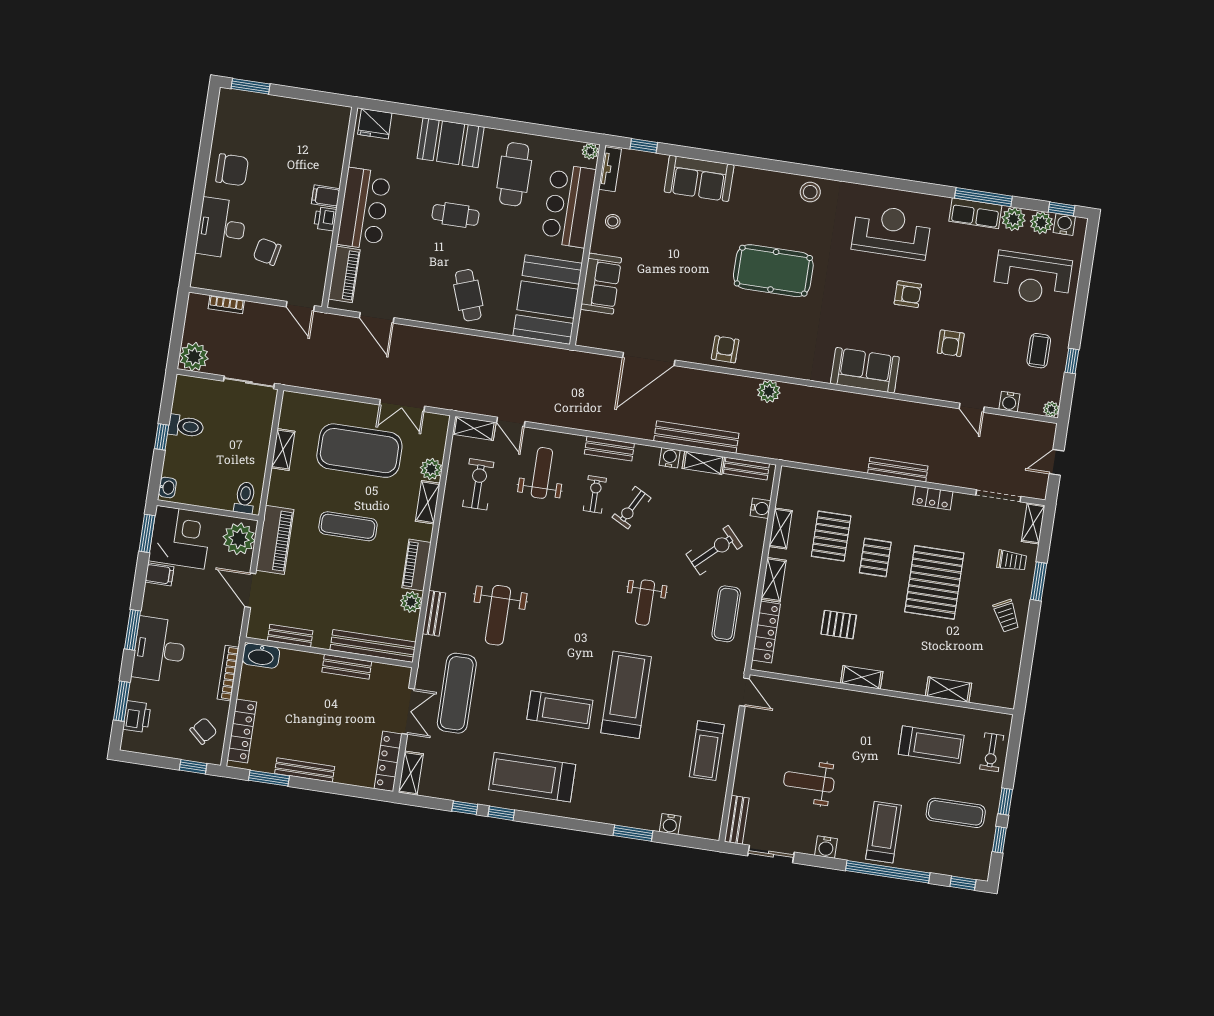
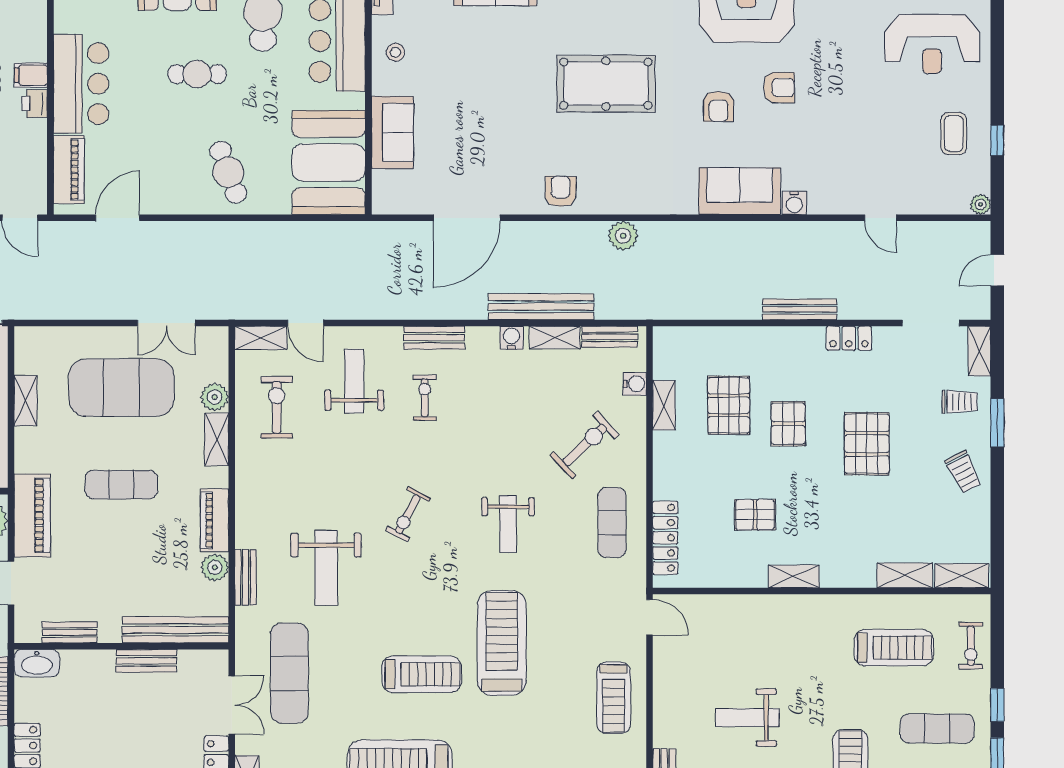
door: (377, 318) -> (118, 218), swing flipped
armchair: (951, 343) -> (718, 106), moved
water cooler: (1009, 402) -> (794, 203), moved
exercise bike: (632, 508) -> (408, 514), moved
shelving: (774, 580) -> (962, 576), moved, turned 90
pallet: (934, 582) -> (867, 444), width x0.73, depth x0.71

